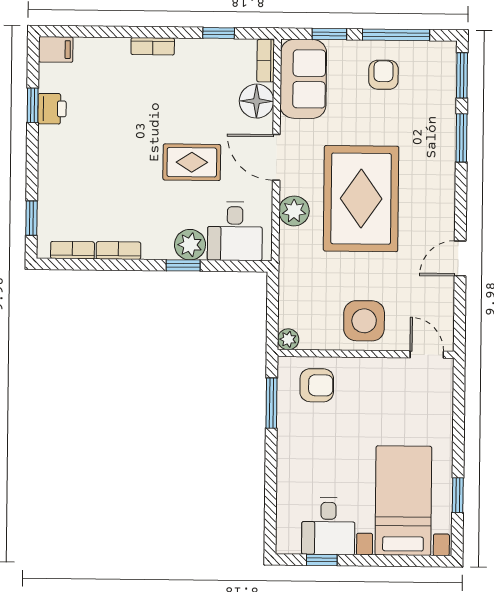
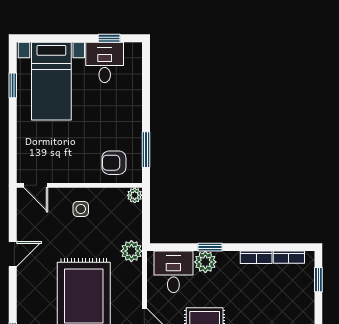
plant: (294, 211) -> (131, 251), moved
side table: (364, 321) -> (81, 209), width x0.54, depth x0.54

